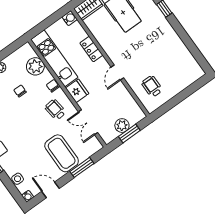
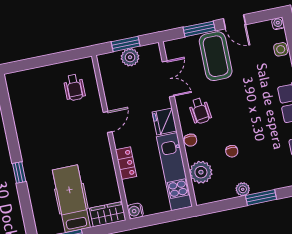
door: (51, 190) -> (235, 22), moved

